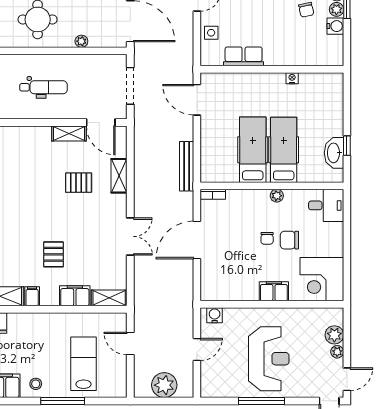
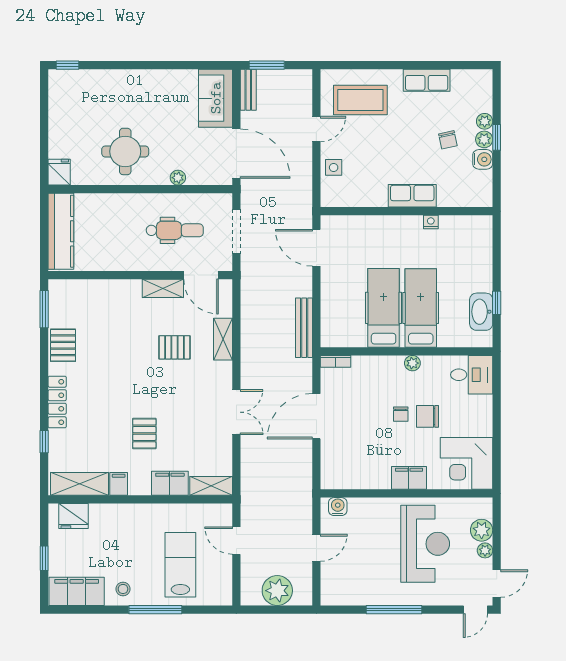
row of seats: (244, 56) -> (412, 196), moved
dental chair: (43, 87) -> (175, 230), moved
reception desk: (269, 359) -> (425, 544), moved

